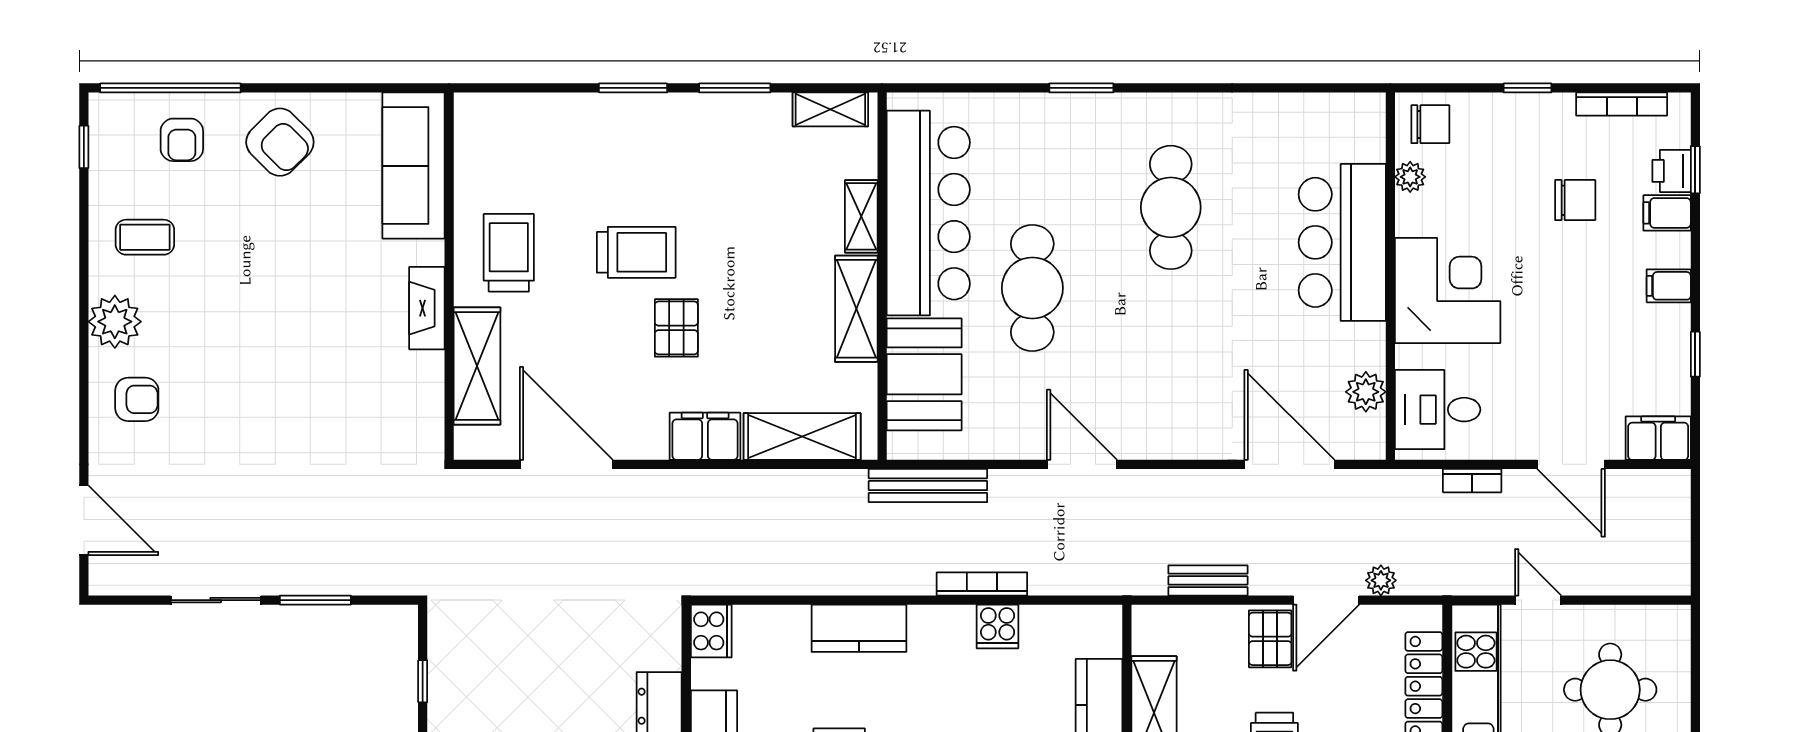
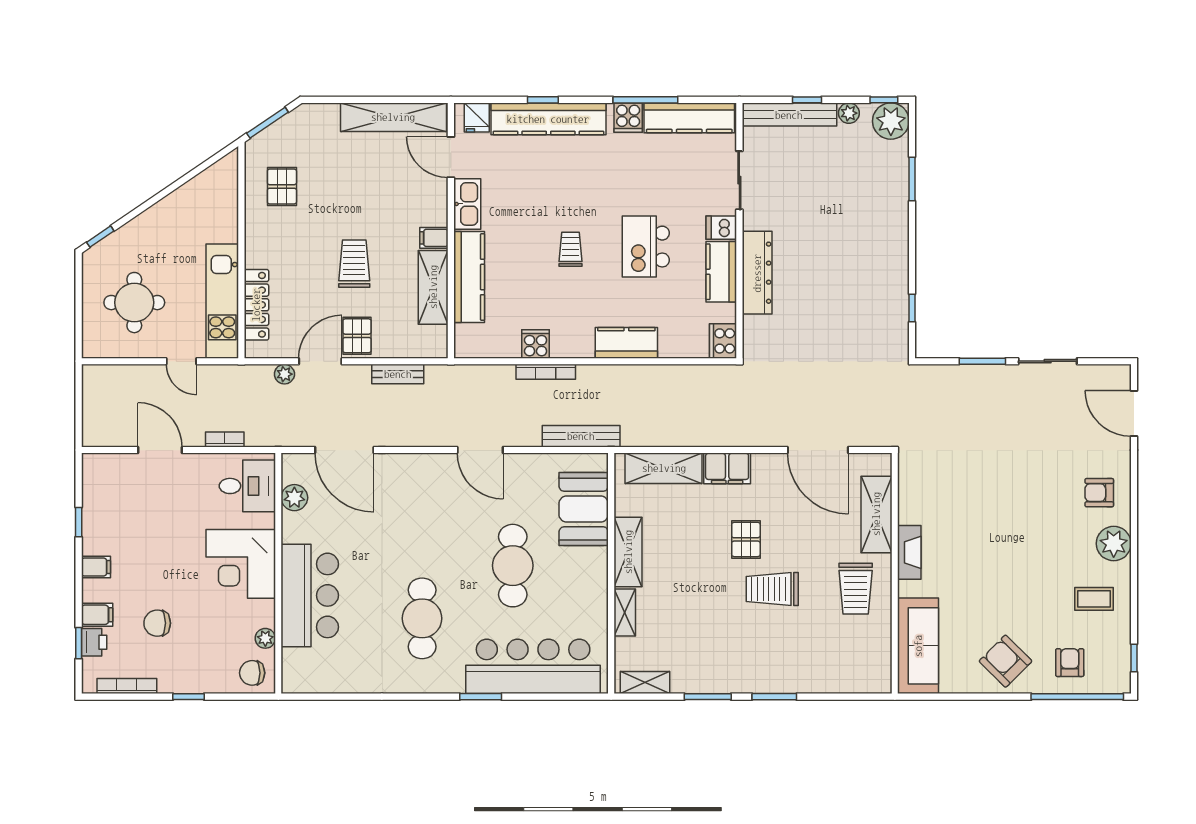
bar counter: (928, 213) -> (533, 666), moved, turned 90
filing cabinet: (1658, 438) -> (103, 467), removed

